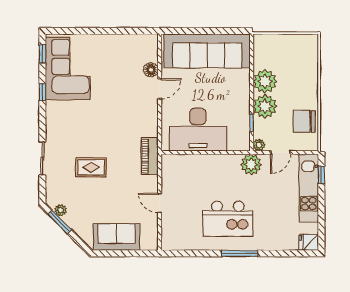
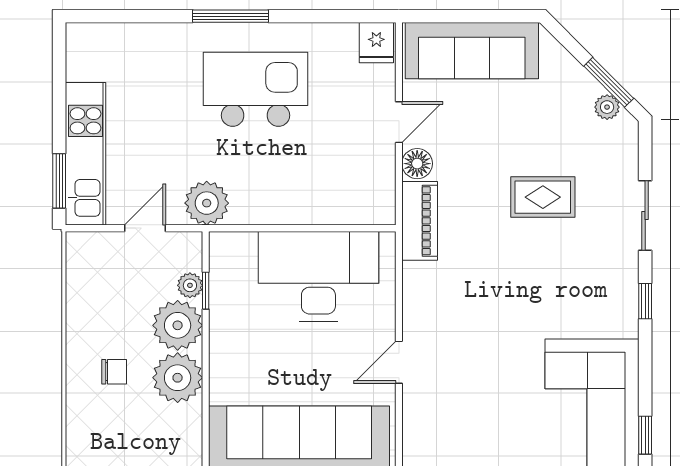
floor lamp: (151, 70) -> (417, 164), moved
window: (42, 92) -> (645, 301), moved
chair: (304, 121) -> (114, 372), moved, width x0.54, depth x0.54
plant: (259, 145) -> (190, 285), moved
window: (321, 175) -> (59, 181), width x1.50
door: (160, 203) -> (399, 122), hinge flipped
sofa: (116, 237) -> (472, 51), width x1.36
fridge: (309, 242) -> (376, 43), moved, turned 90

